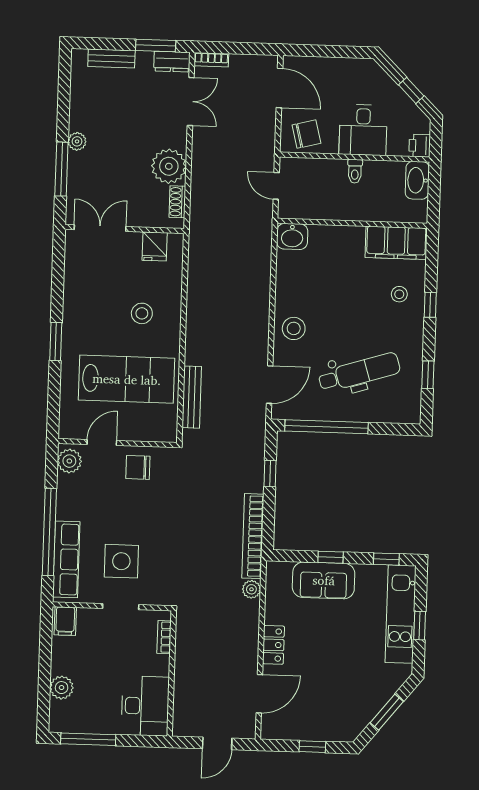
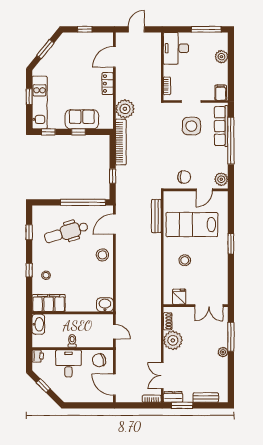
washbasin: (417, 180) -> (38, 324), moved
plant: (251, 589) -> (125, 109), width x1.87, depth x1.87

